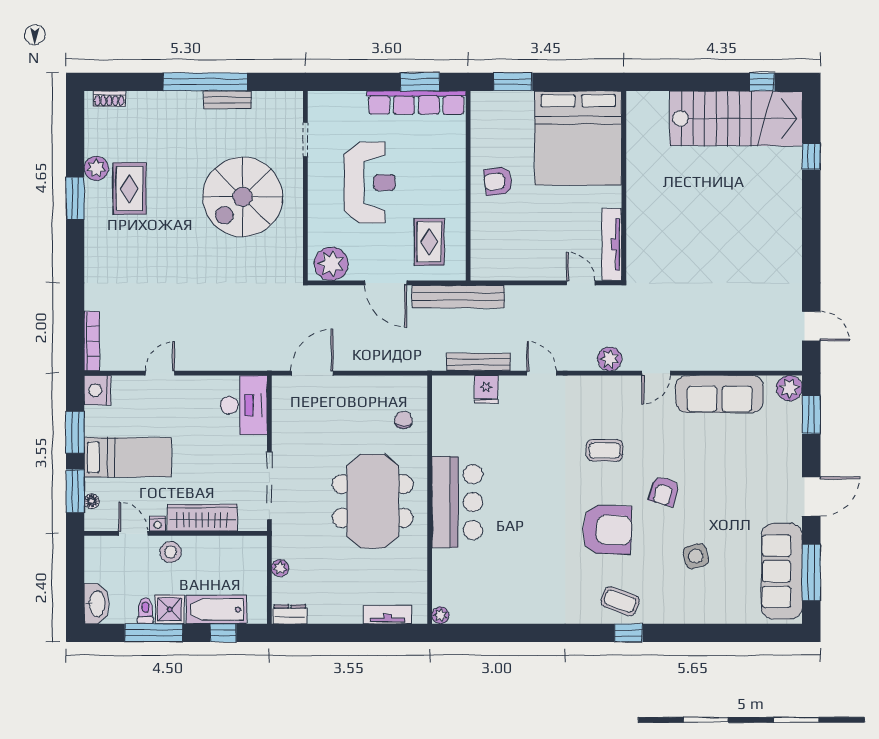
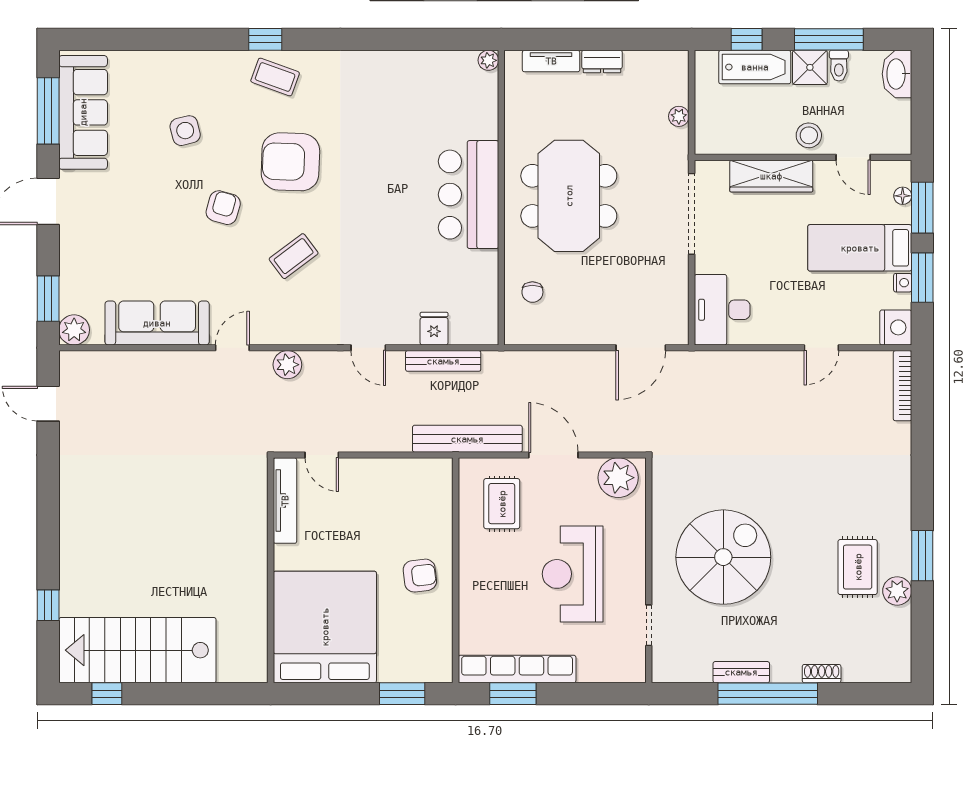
shoe rack: (109, 99) -> (822, 674), moved
coffee table: (605, 450) -> (294, 256), turned -37
nightstand: (158, 524) -> (903, 283), moved, turned 90
dresser: (290, 614) -> (602, 61), moved

